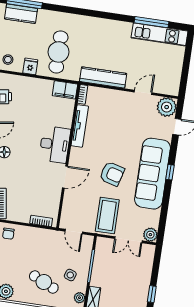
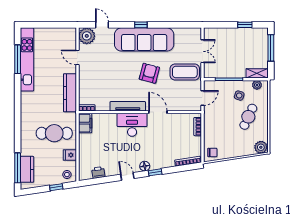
kitchen unit: (159, 34) -> (27, 59), width x1.36
tv unit: (80, 126) -> (128, 106), moved
plant: (150, 235) -> (195, 34), removed

